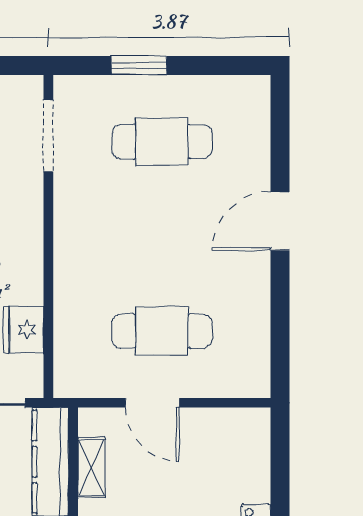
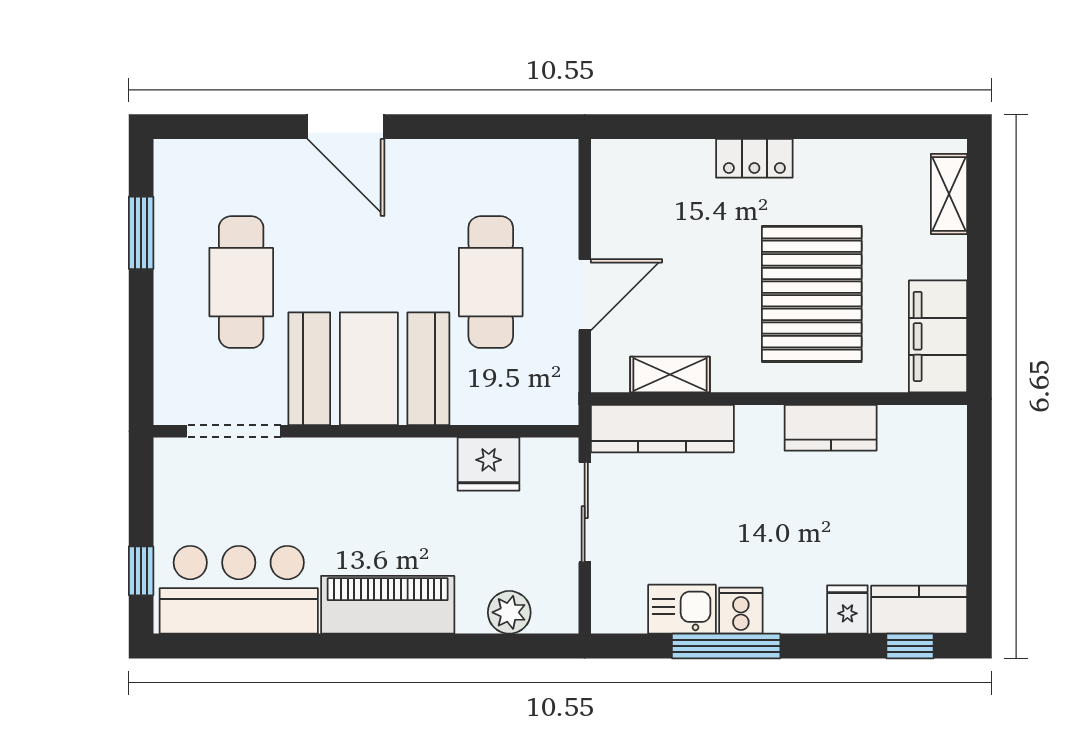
window: (139, 65) -> (141, 233), moved
booth: (96, 239) -> (369, 369), added

